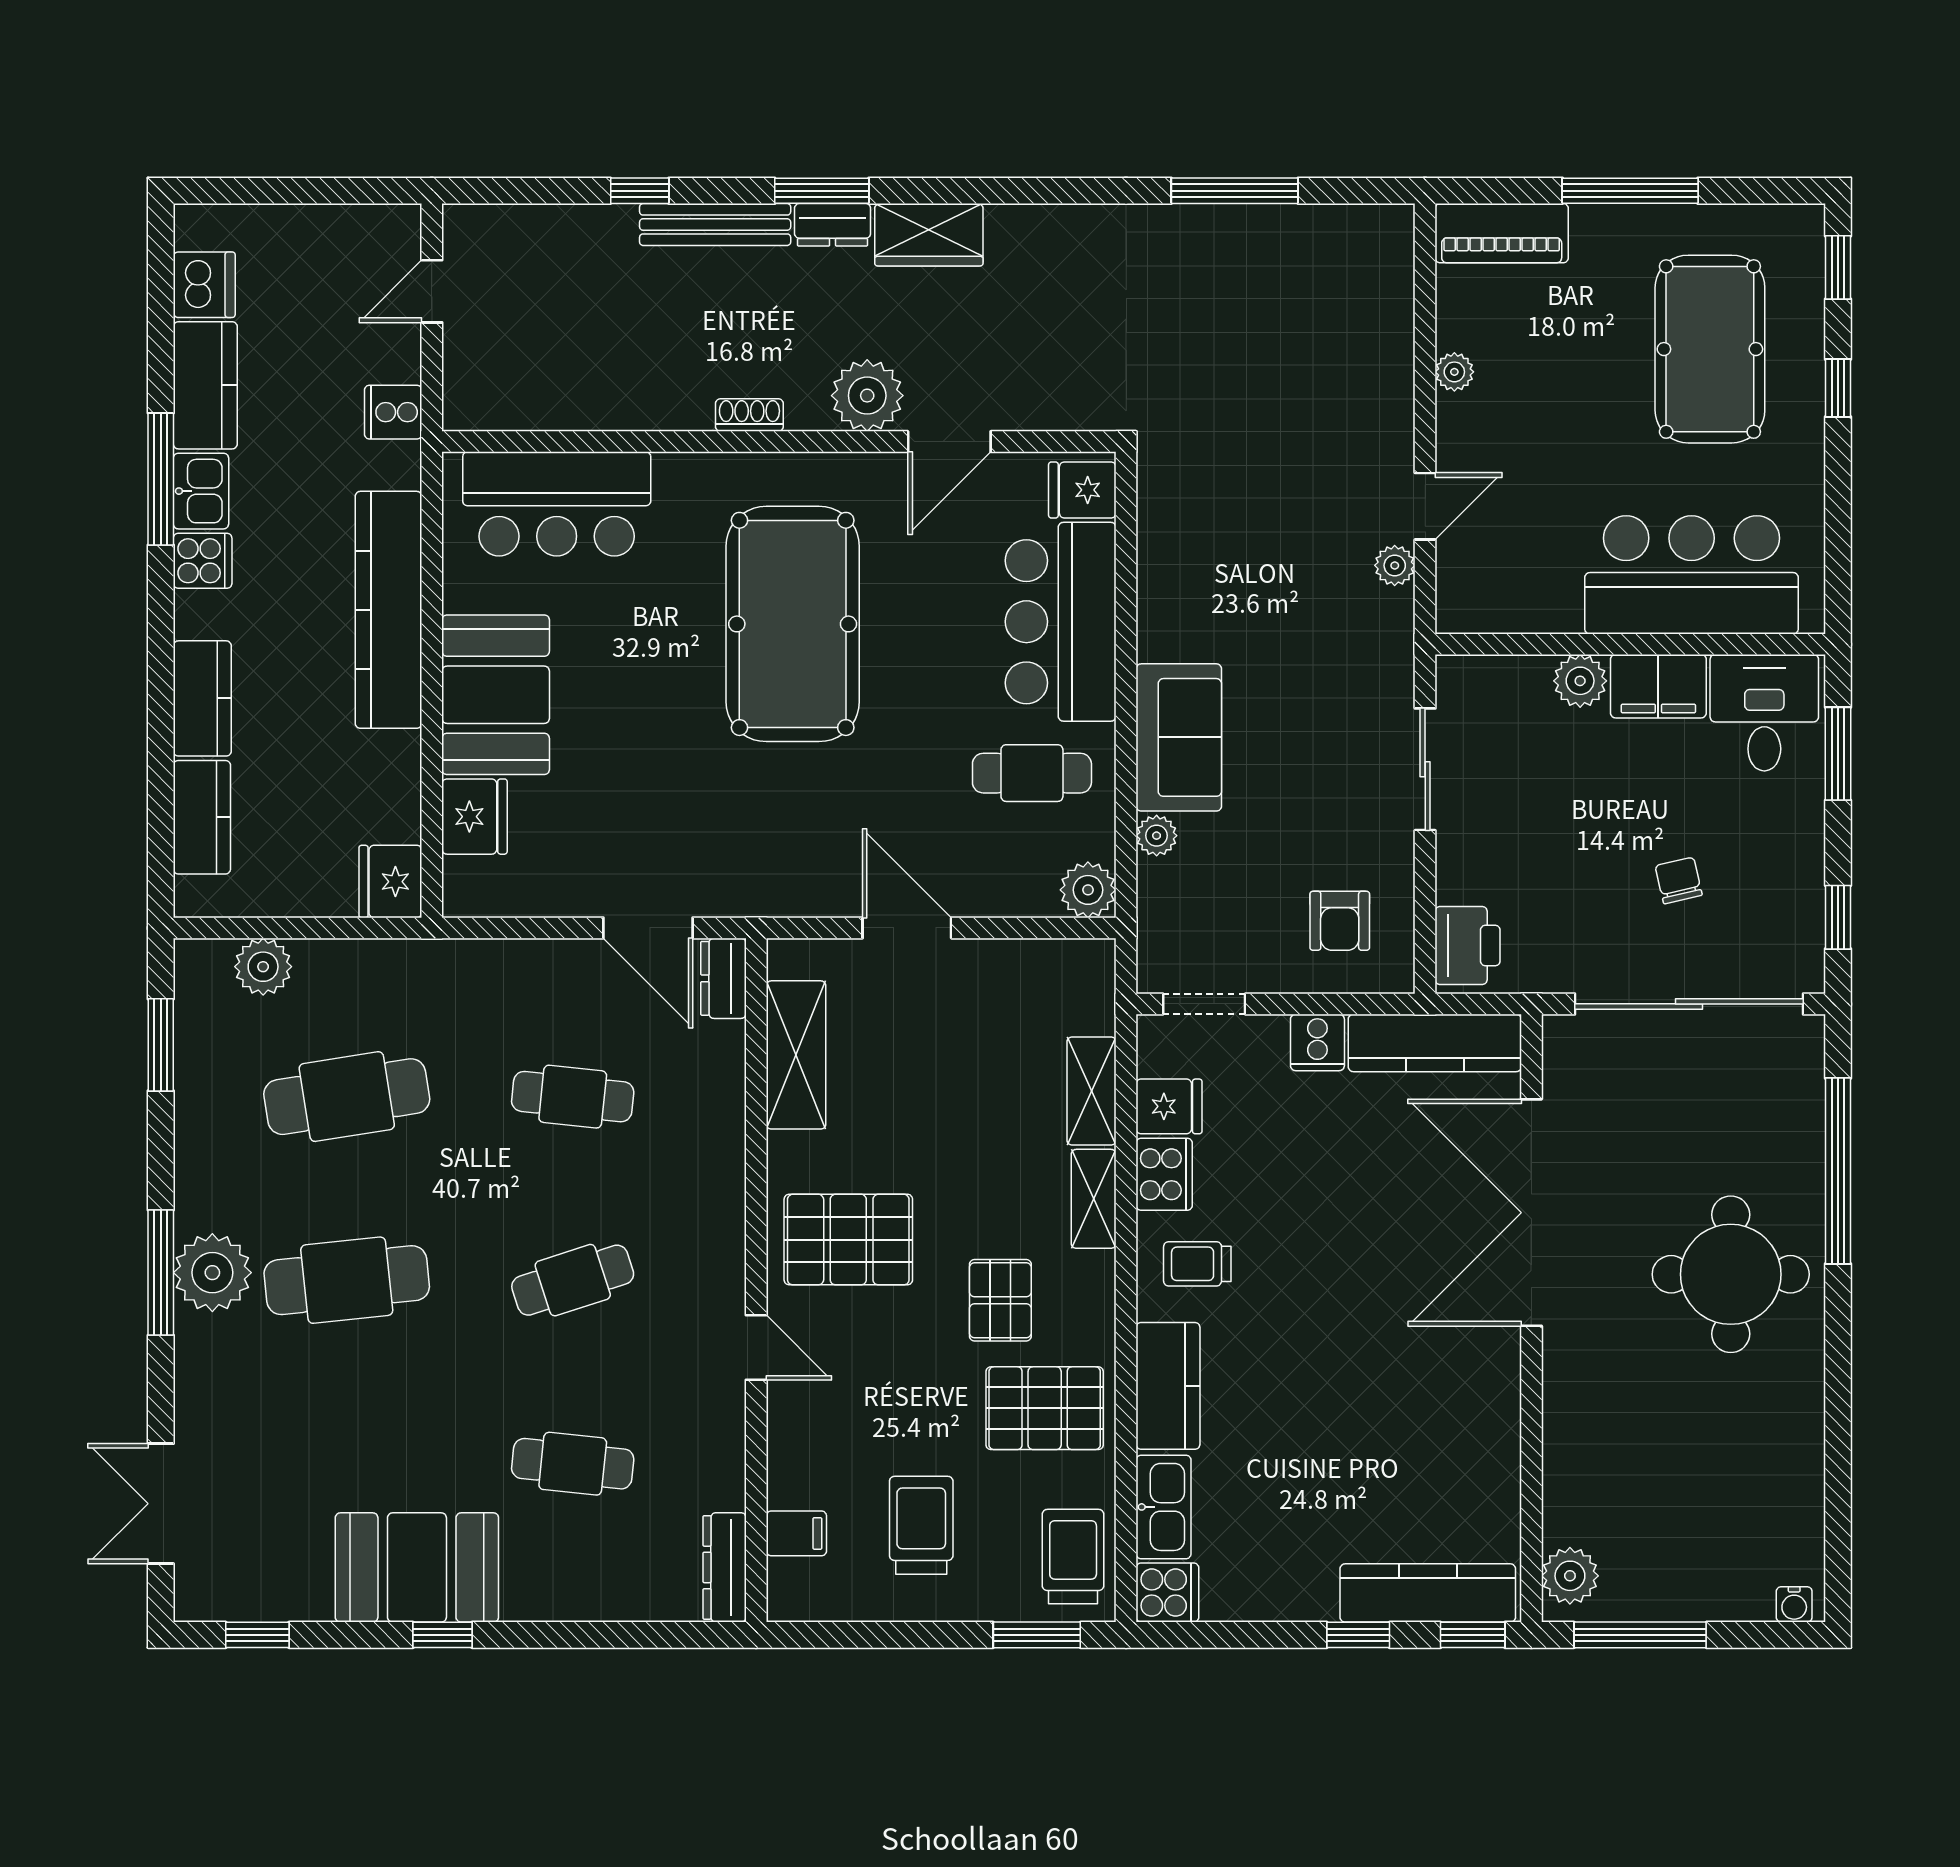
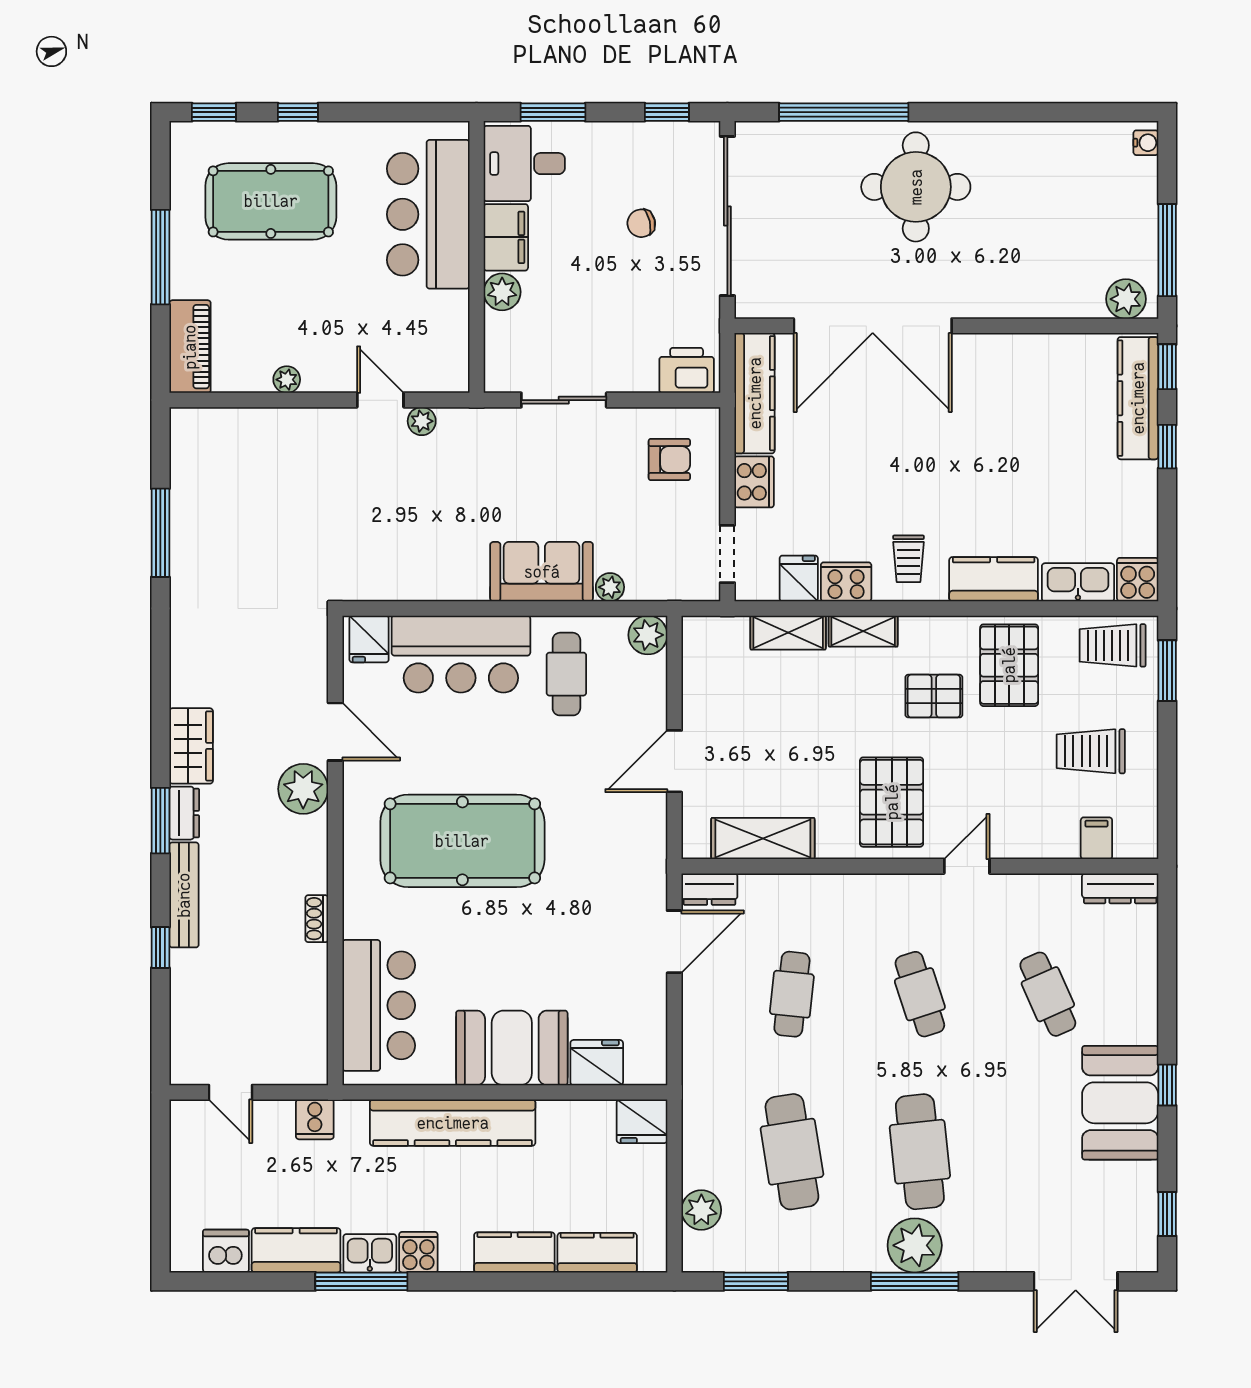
shoe rack: (749, 415) -> (317, 919), moved
cooker: (1317, 1042) -> (754, 482), width x1.36
cafe table: (573, 1464) -> (1048, 994), turned -30

